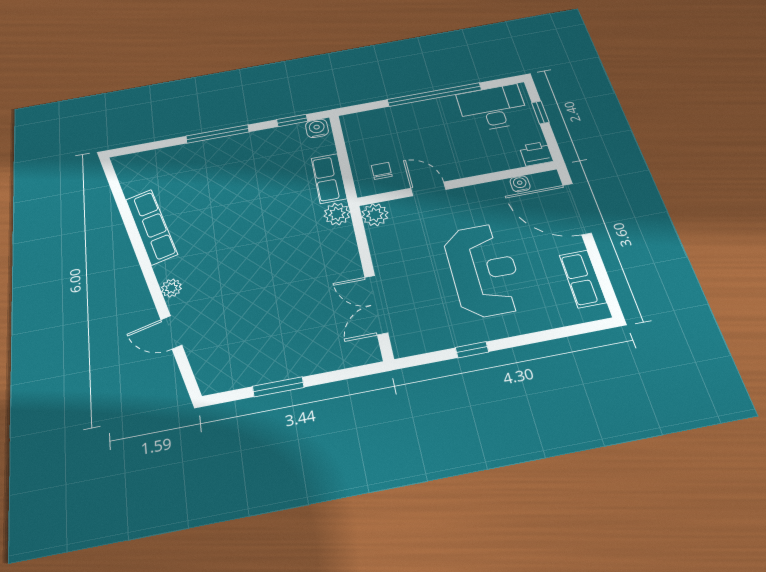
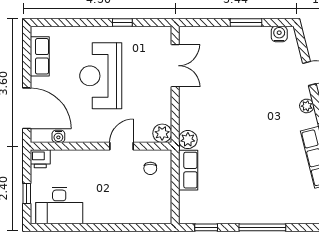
window: (434, 95) -> (98, 227), removed
water cooler: (317, 128) -> (279, 34), moved, turned 180
door: (428, 189) -> (121, 146), swing flipped

